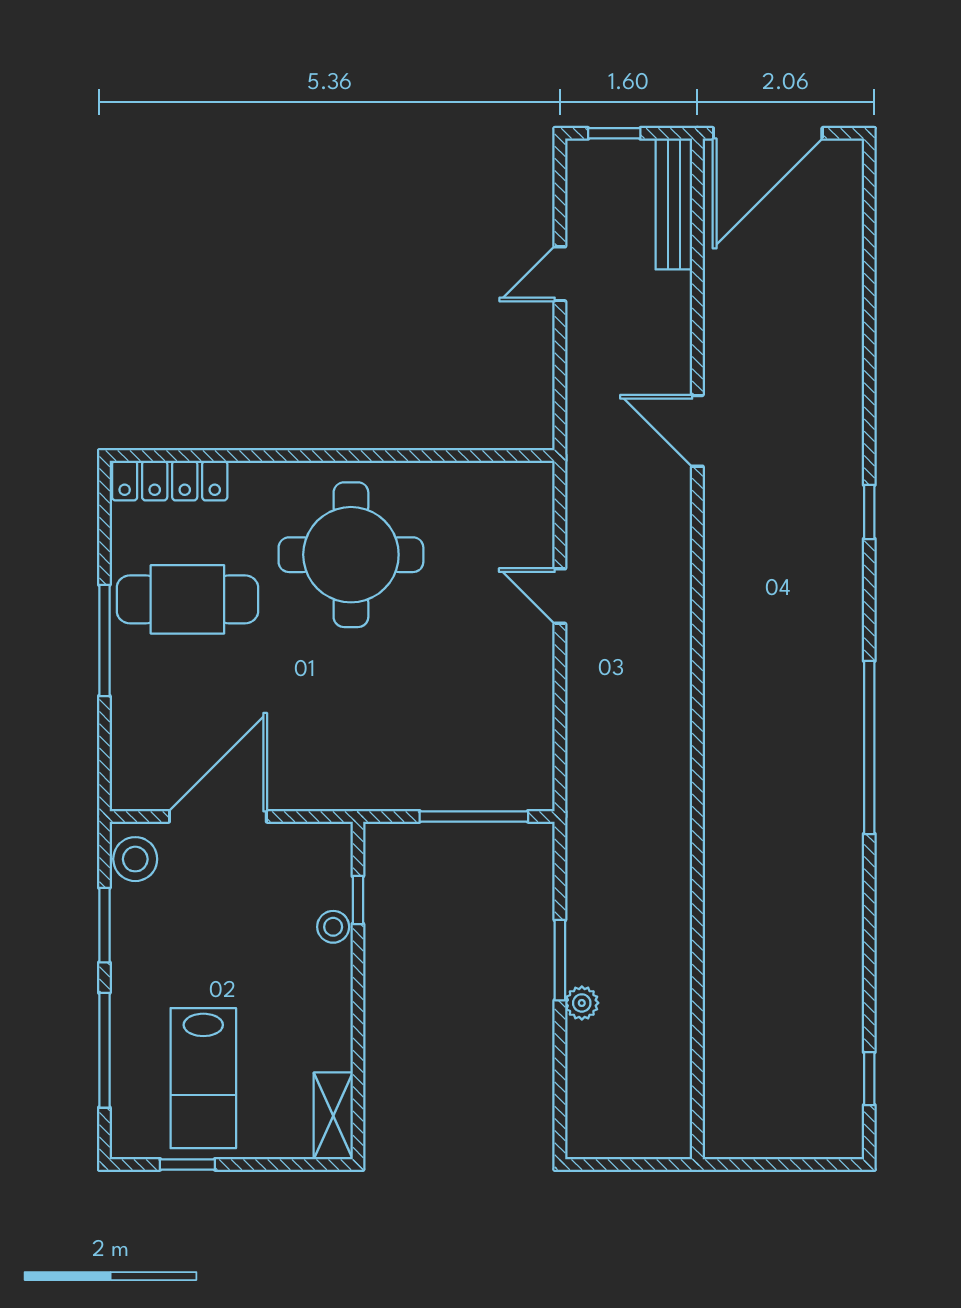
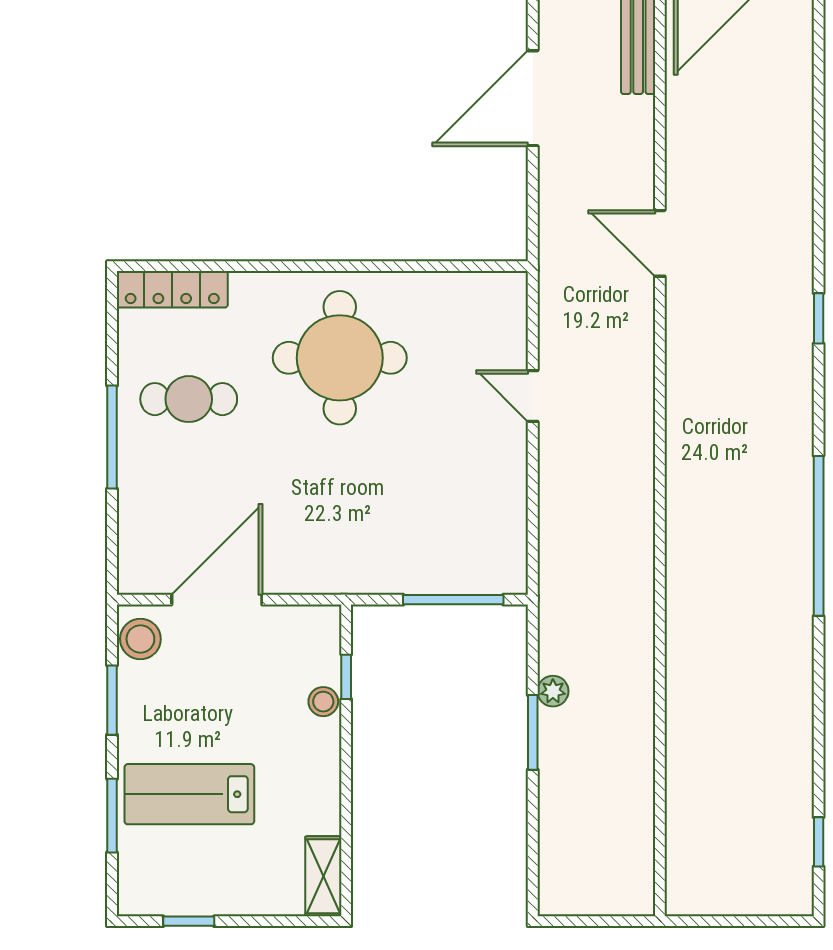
door: (560, 274) -> (533, 98), width x1.88
cafe table: (187, 599) -> (189, 399), width x0.73, depth x0.74
plant: (582, 1003) -> (553, 691), moved
window: (104, 1050) -> (112, 816), width x0.69
lab bench: (203, 1078) -> (189, 794), moved, turned 90

